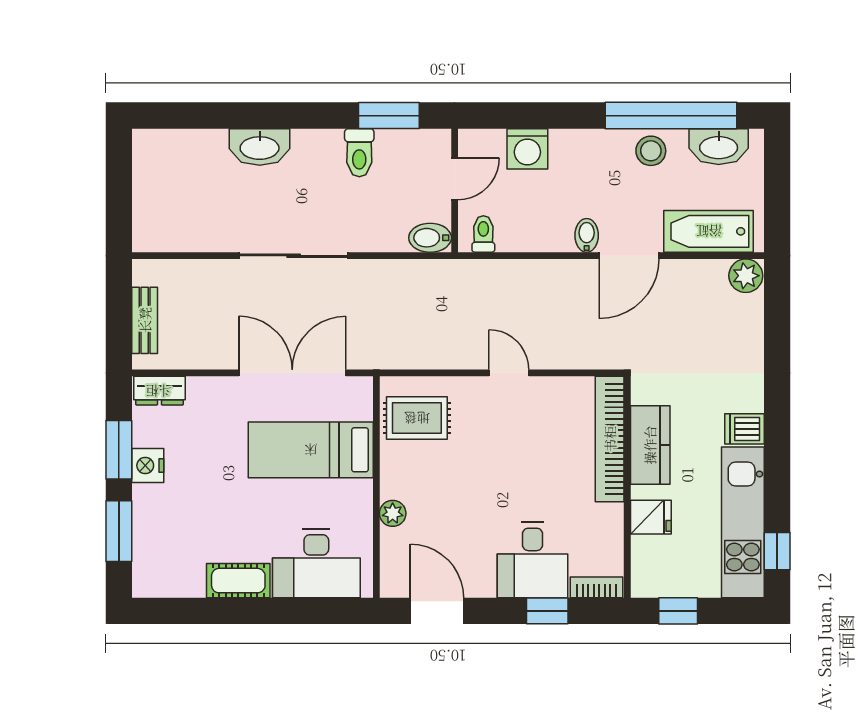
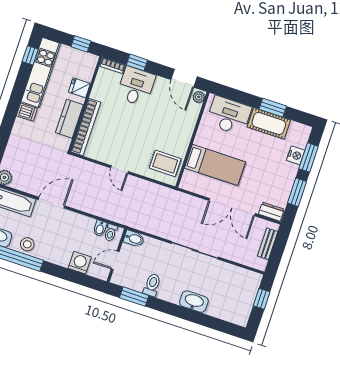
window: (119, 200) -> (262, 299), added
bidet: (587, 235) -> (100, 228), moved
double door: (292, 373) -> (232, 207), moved
nightstand: (148, 465) -> (296, 155), moved
plant: (393, 513) -> (199, 97), moved
cot: (238, 581) -> (269, 123), width x1.37, depth x1.34
window: (229, 611) -> (273, 108), added

